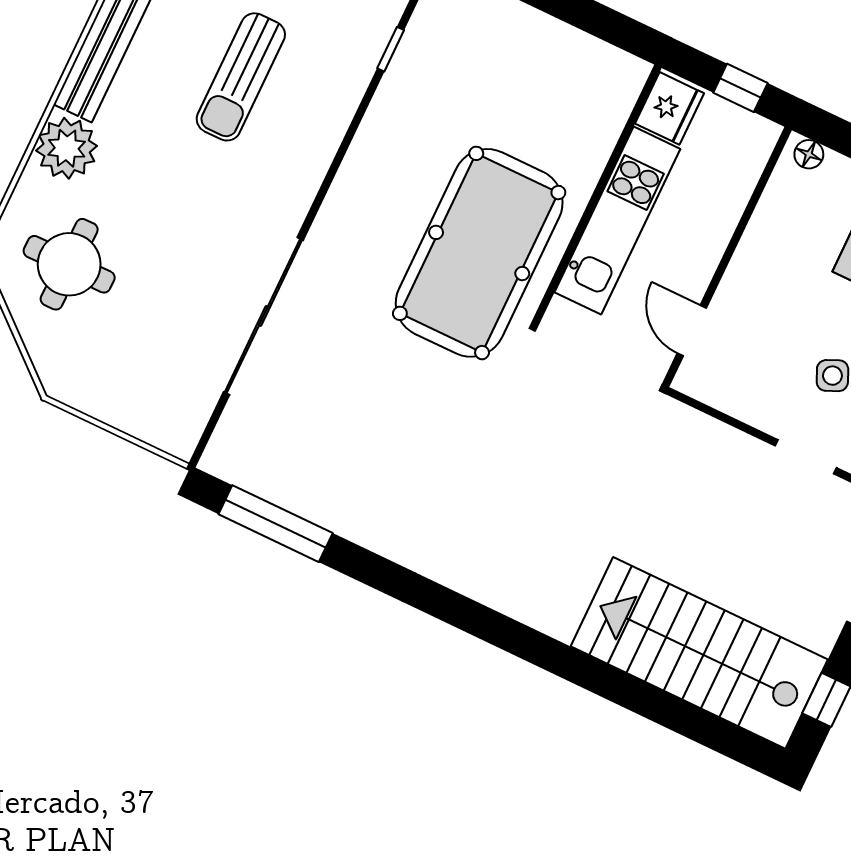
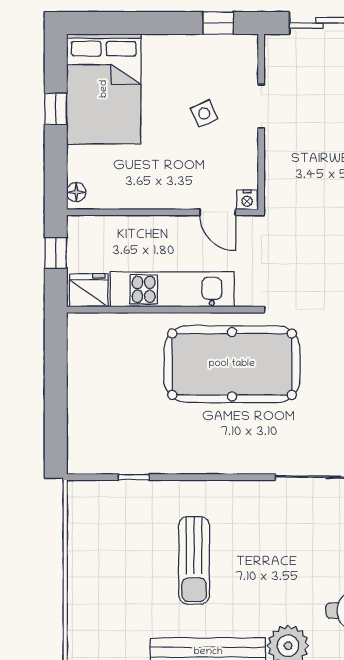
sun lounger: (241, 77) -> (194, 560), turned 90
door: (692, 331) -> (218, 212), hinge flipped
nightstand: (690, 378) -> (247, 200), added

